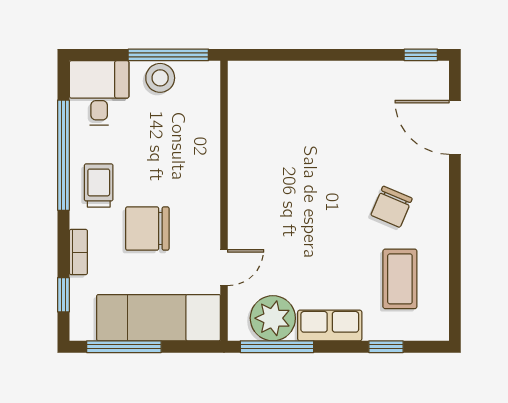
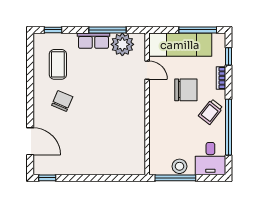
trolley: (99, 185) -> (211, 112), turned 38
door: (224, 268) -> (147, 70), swing flipped
window: (277, 347) -> (108, 30), moved
window: (386, 347) -> (53, 30), moved

